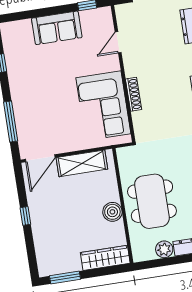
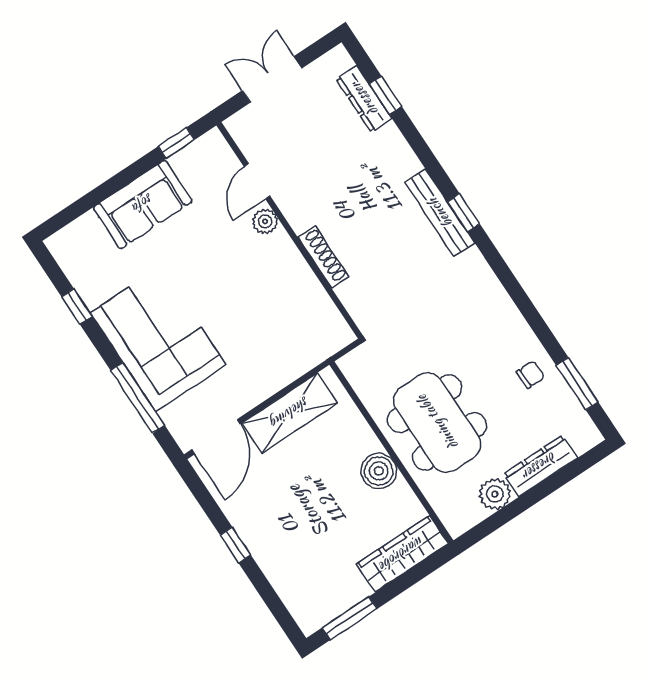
plant: (113, 64) -> (265, 221), added
corner sofa: (103, 106) -> (158, 339), moved, turned 180

